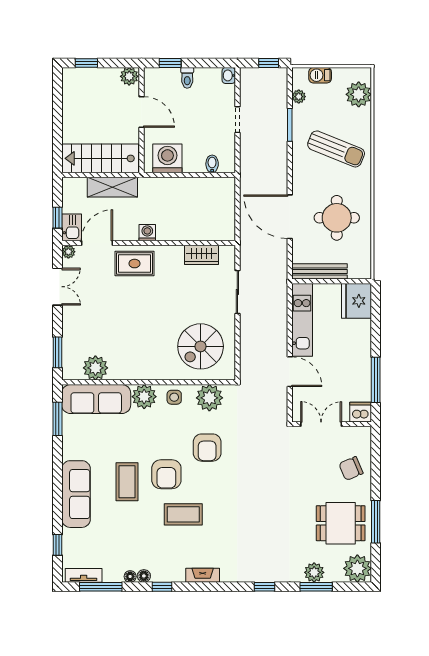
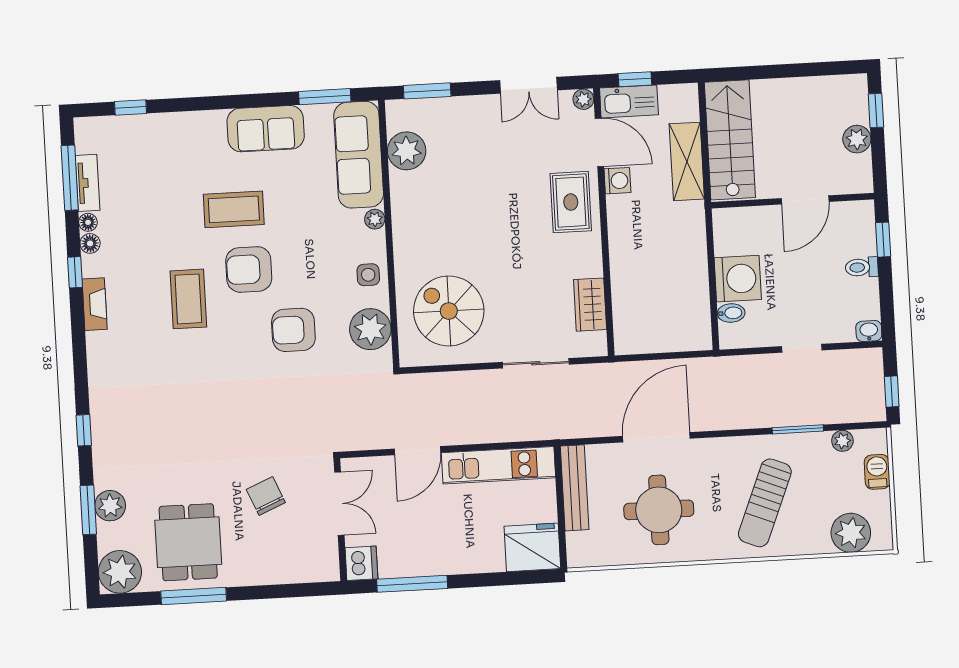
plant: (129, 76) -> (857, 139), moved
washing machine: (167, 158) -> (738, 279), moved
kitchen sink: (72, 227) -> (629, 101), width x1.38
washing machine: (147, 233) -> (617, 181), moved
plant: (144, 397) -> (375, 219), width x0.53, depth x0.53
chair: (351, 468) -> (266, 496), moved
sofa: (76, 494) -> (266, 129), moved, width x0.73
tv unit: (84, 575) -> (87, 183), moved
fireplace: (203, 575) -> (95, 304), moved

